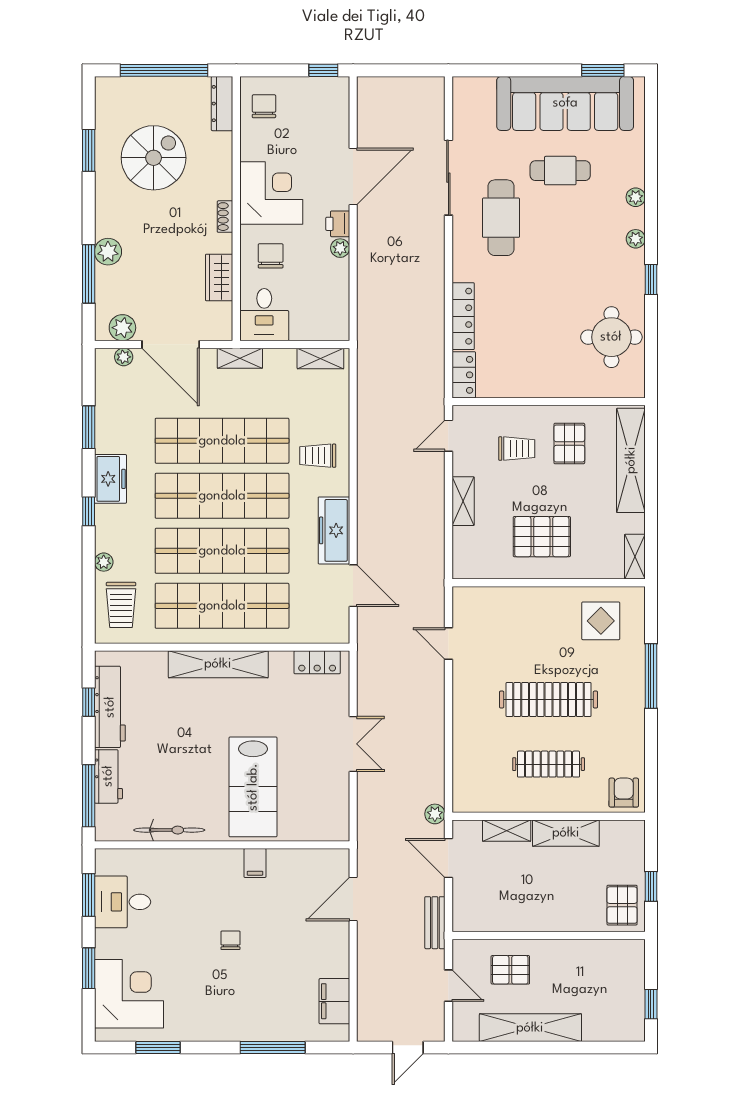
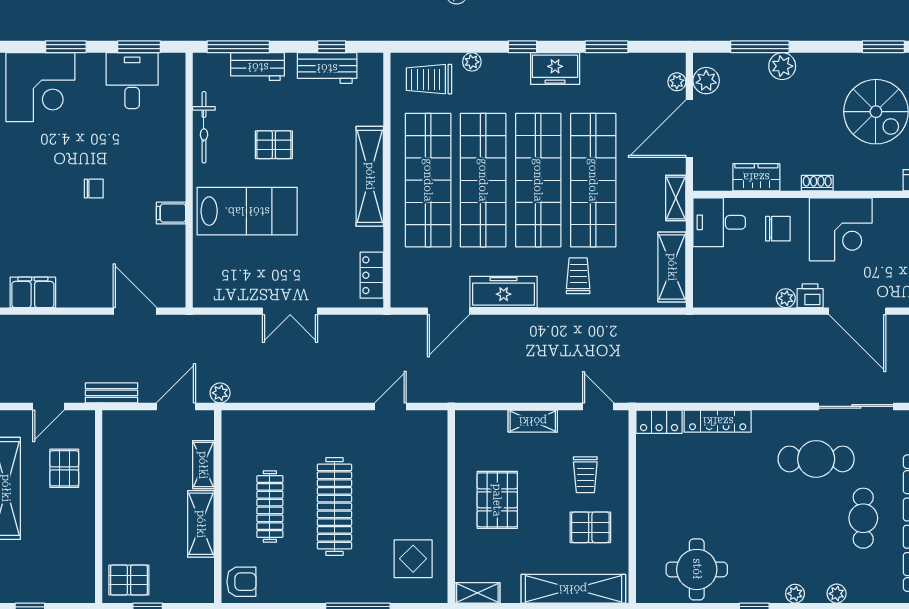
shelving: (320, 358) -> (672, 267), width x1.50, depth x1.33
workbench: (110, 707) -> (327, 68), width x0.73
pallet: (187, 760) -> (274, 145), added
lab bench: (253, 787) -> (247, 211), turned 180

